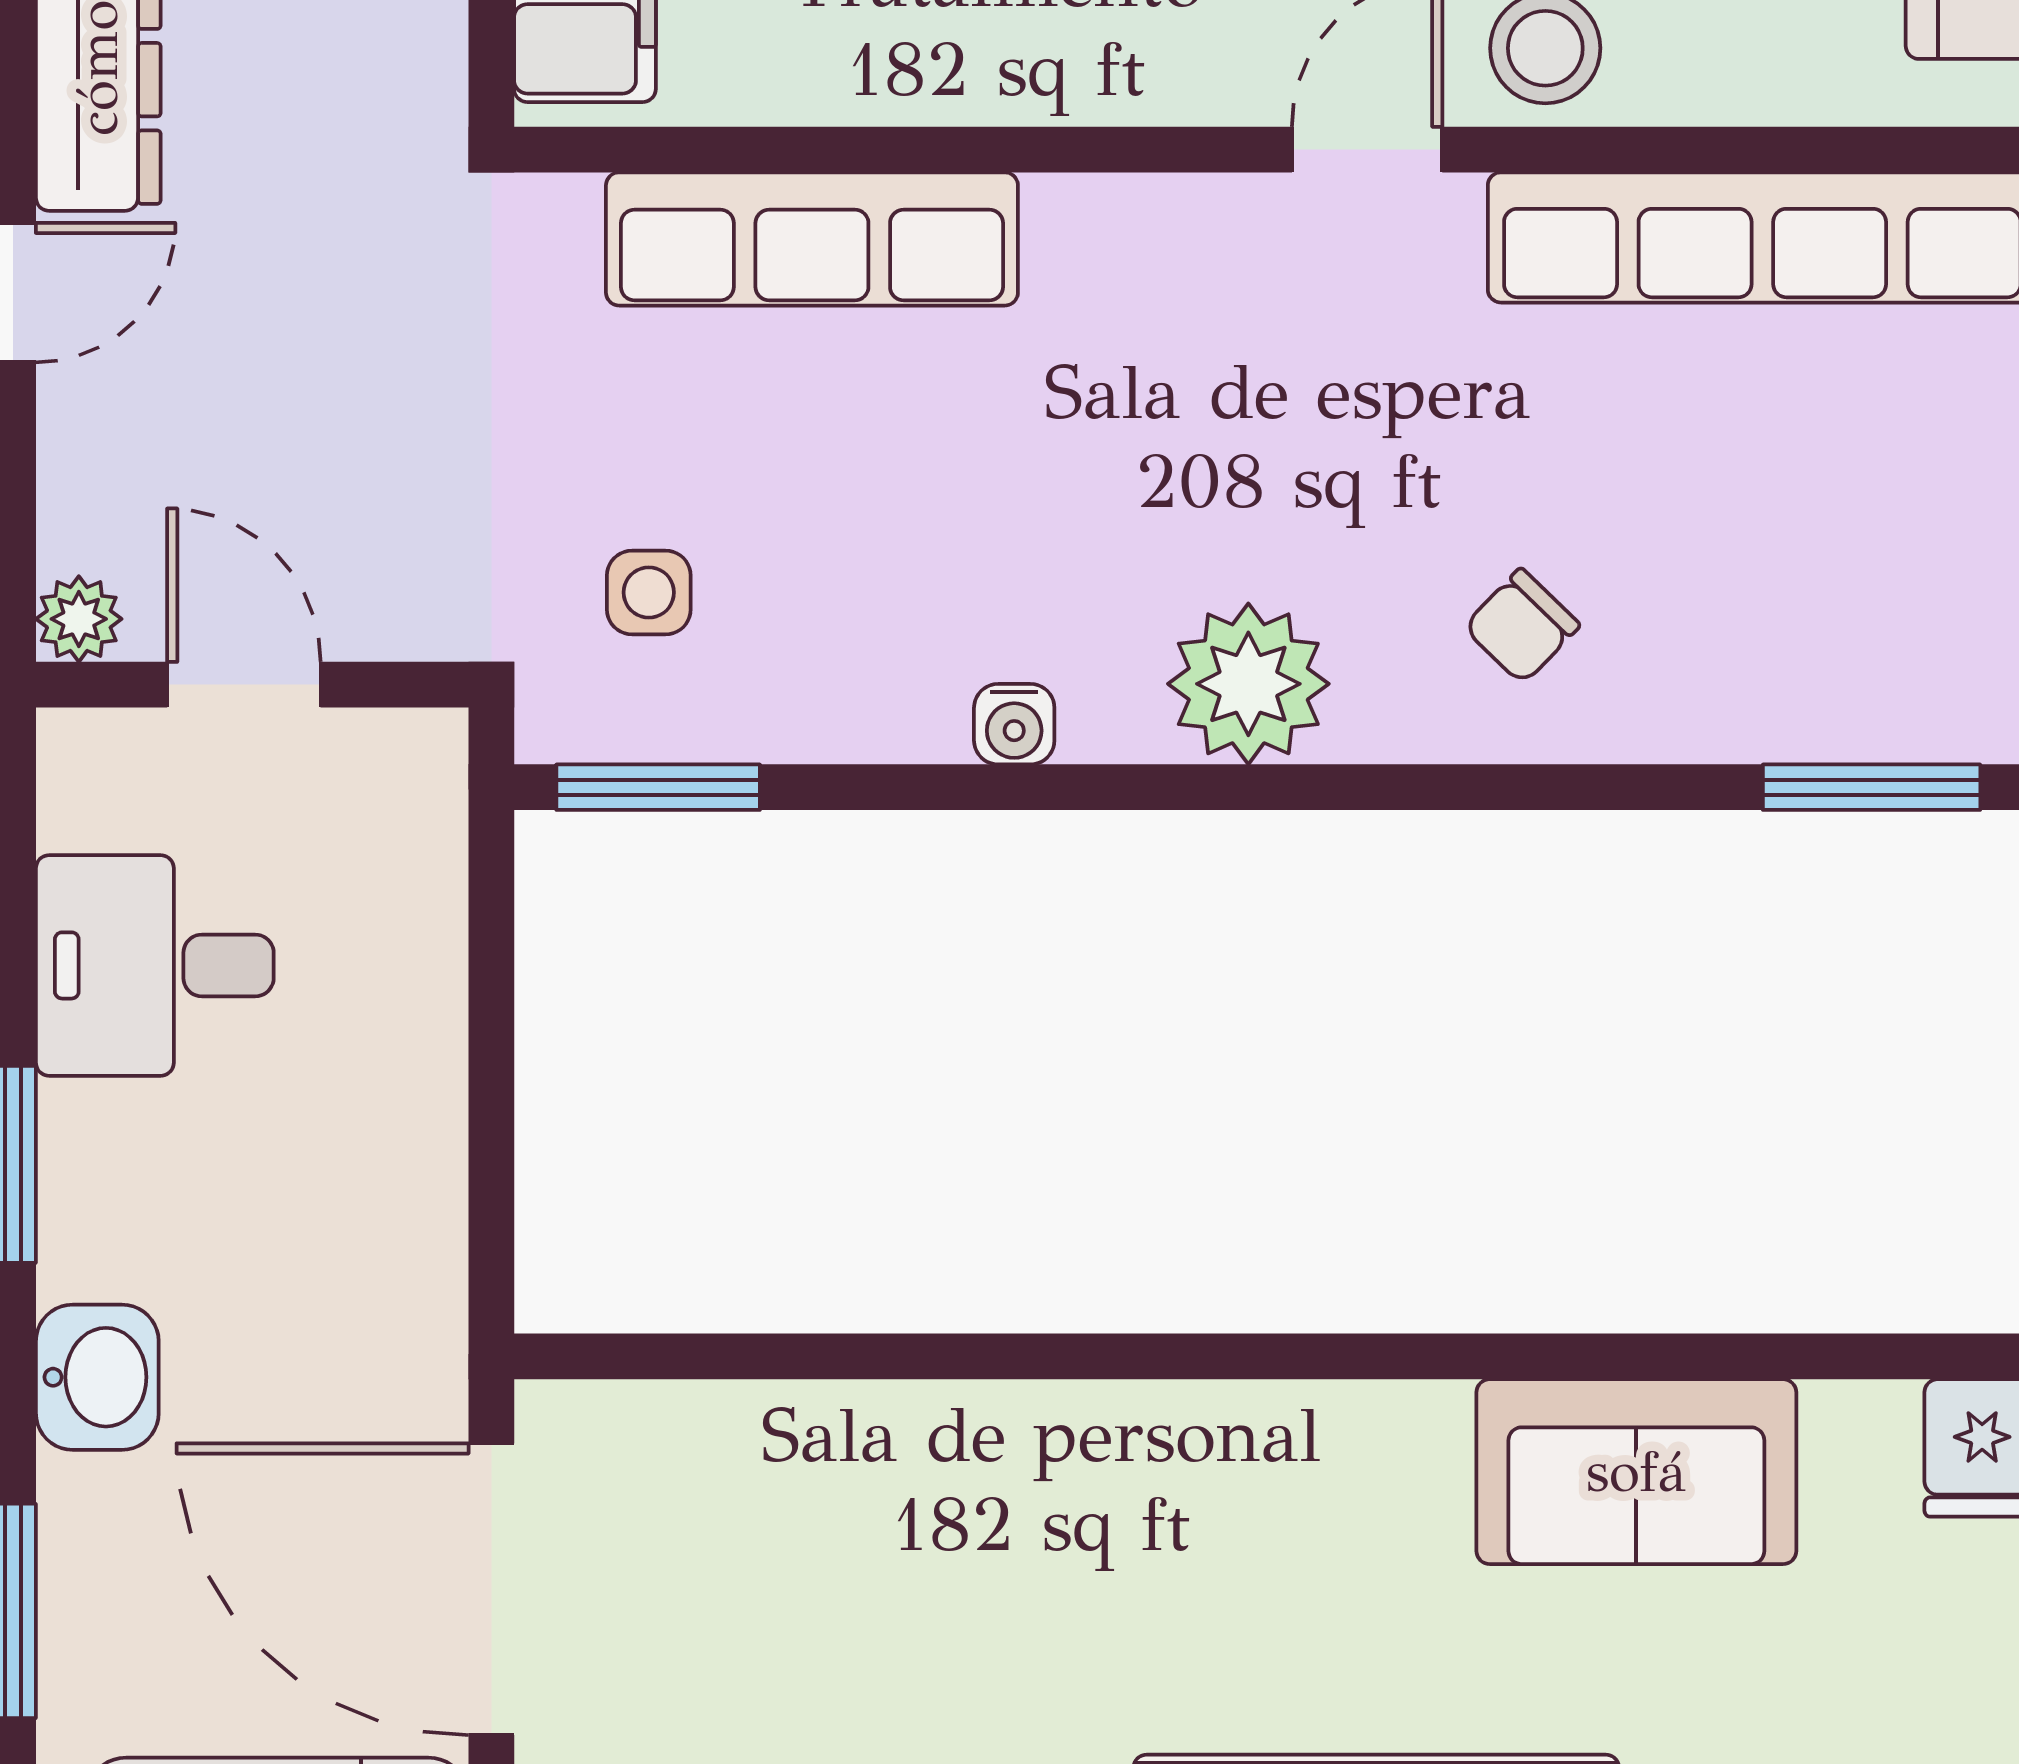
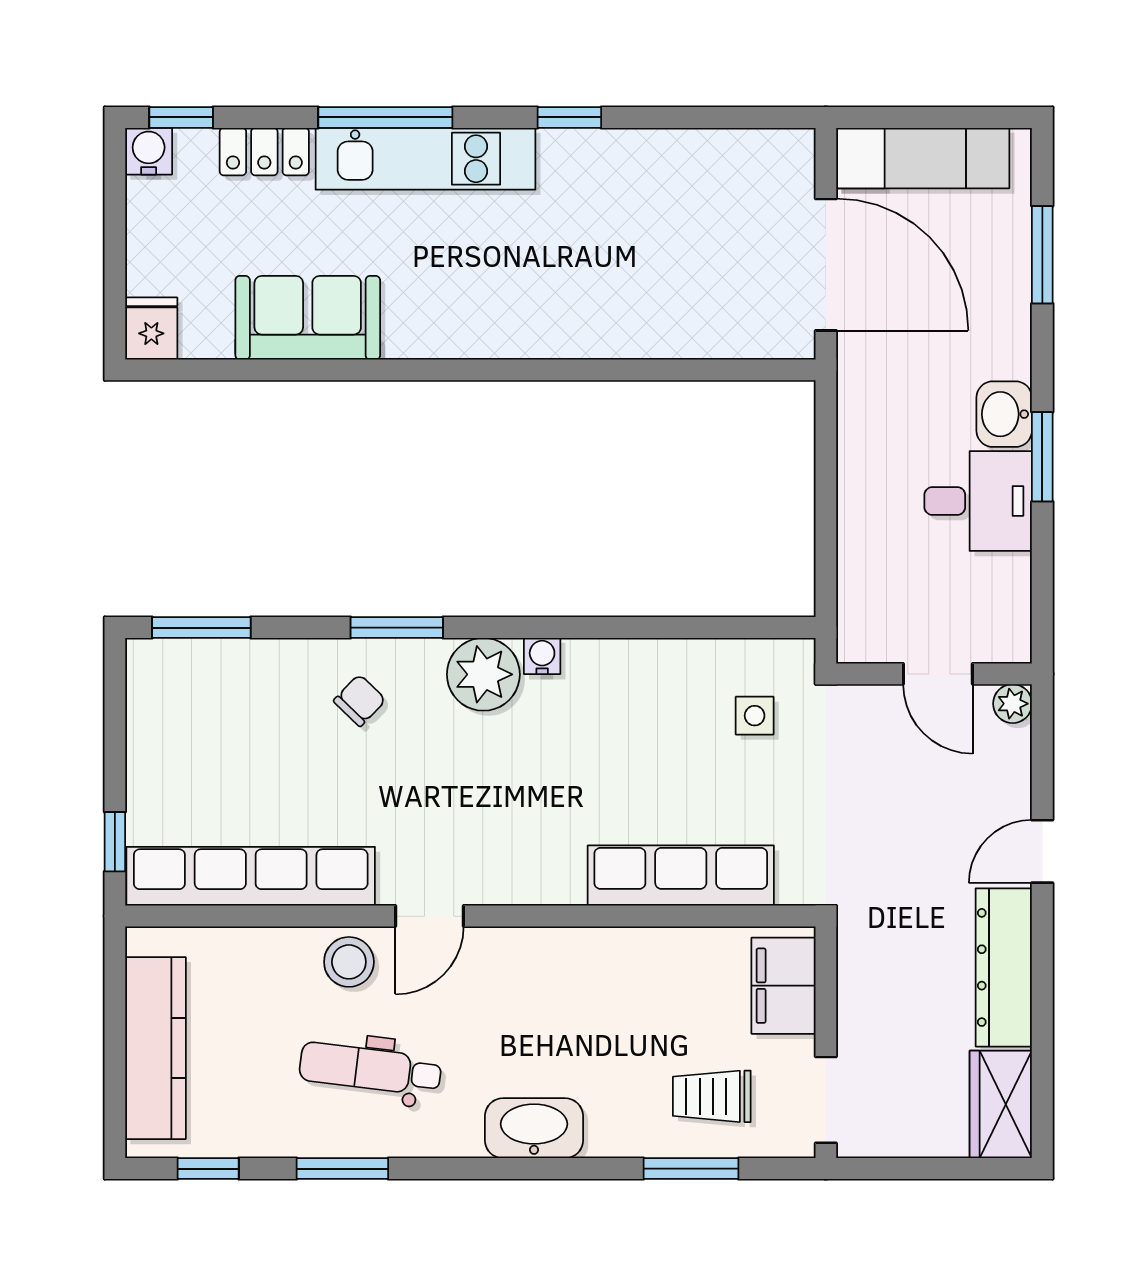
water cooler: (1014, 724) -> (542, 656), moved
window: (658, 787) -> (397, 628), moved
desk: (155, 965) -> (978, 501), moved
washbasin: (97, 1377) -> (1004, 414), moved

